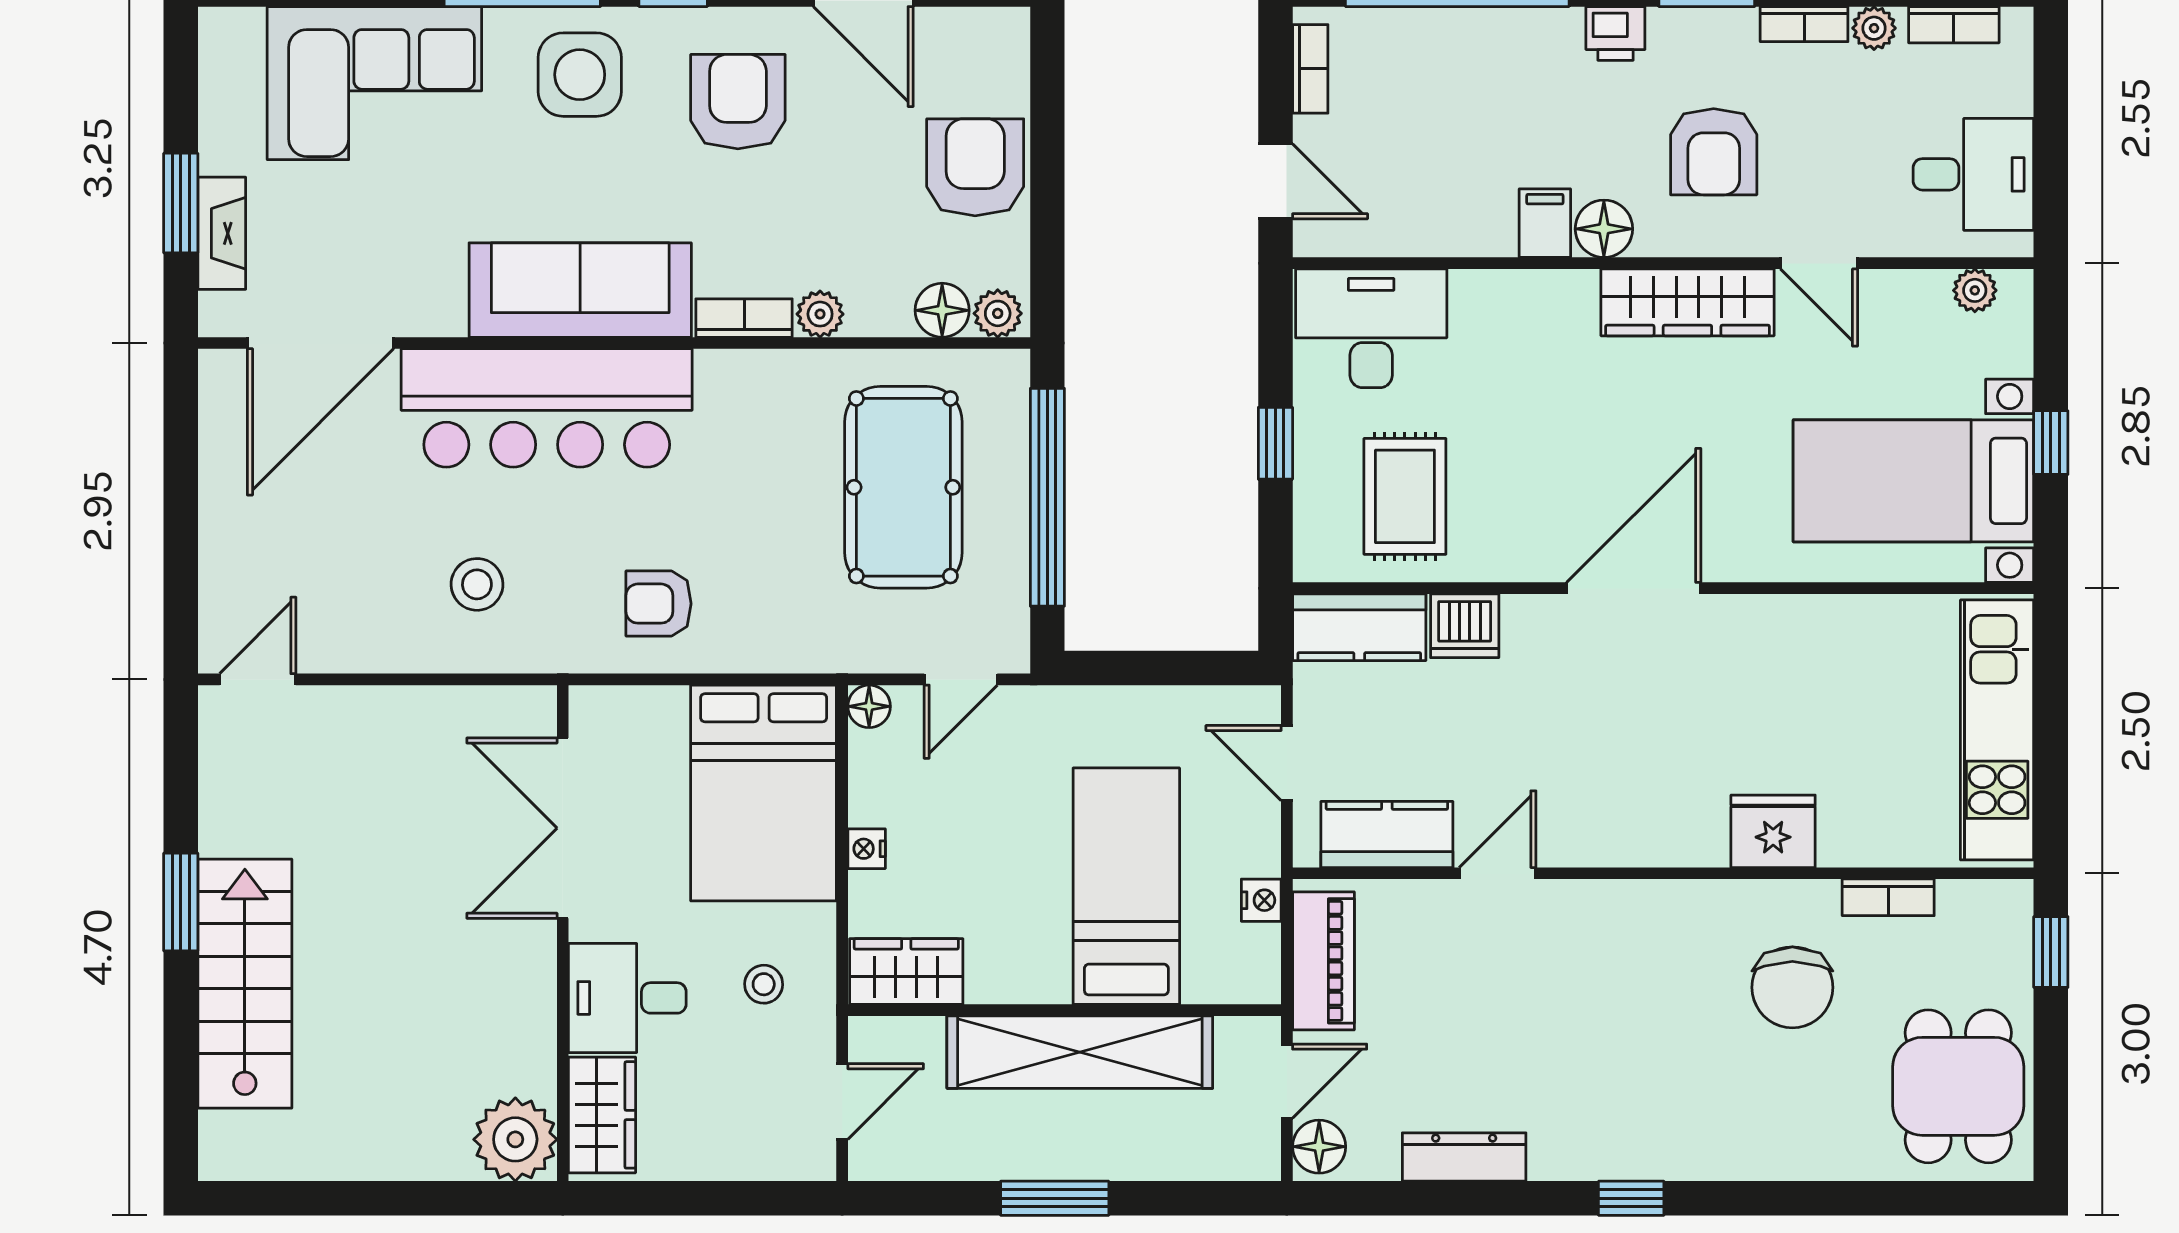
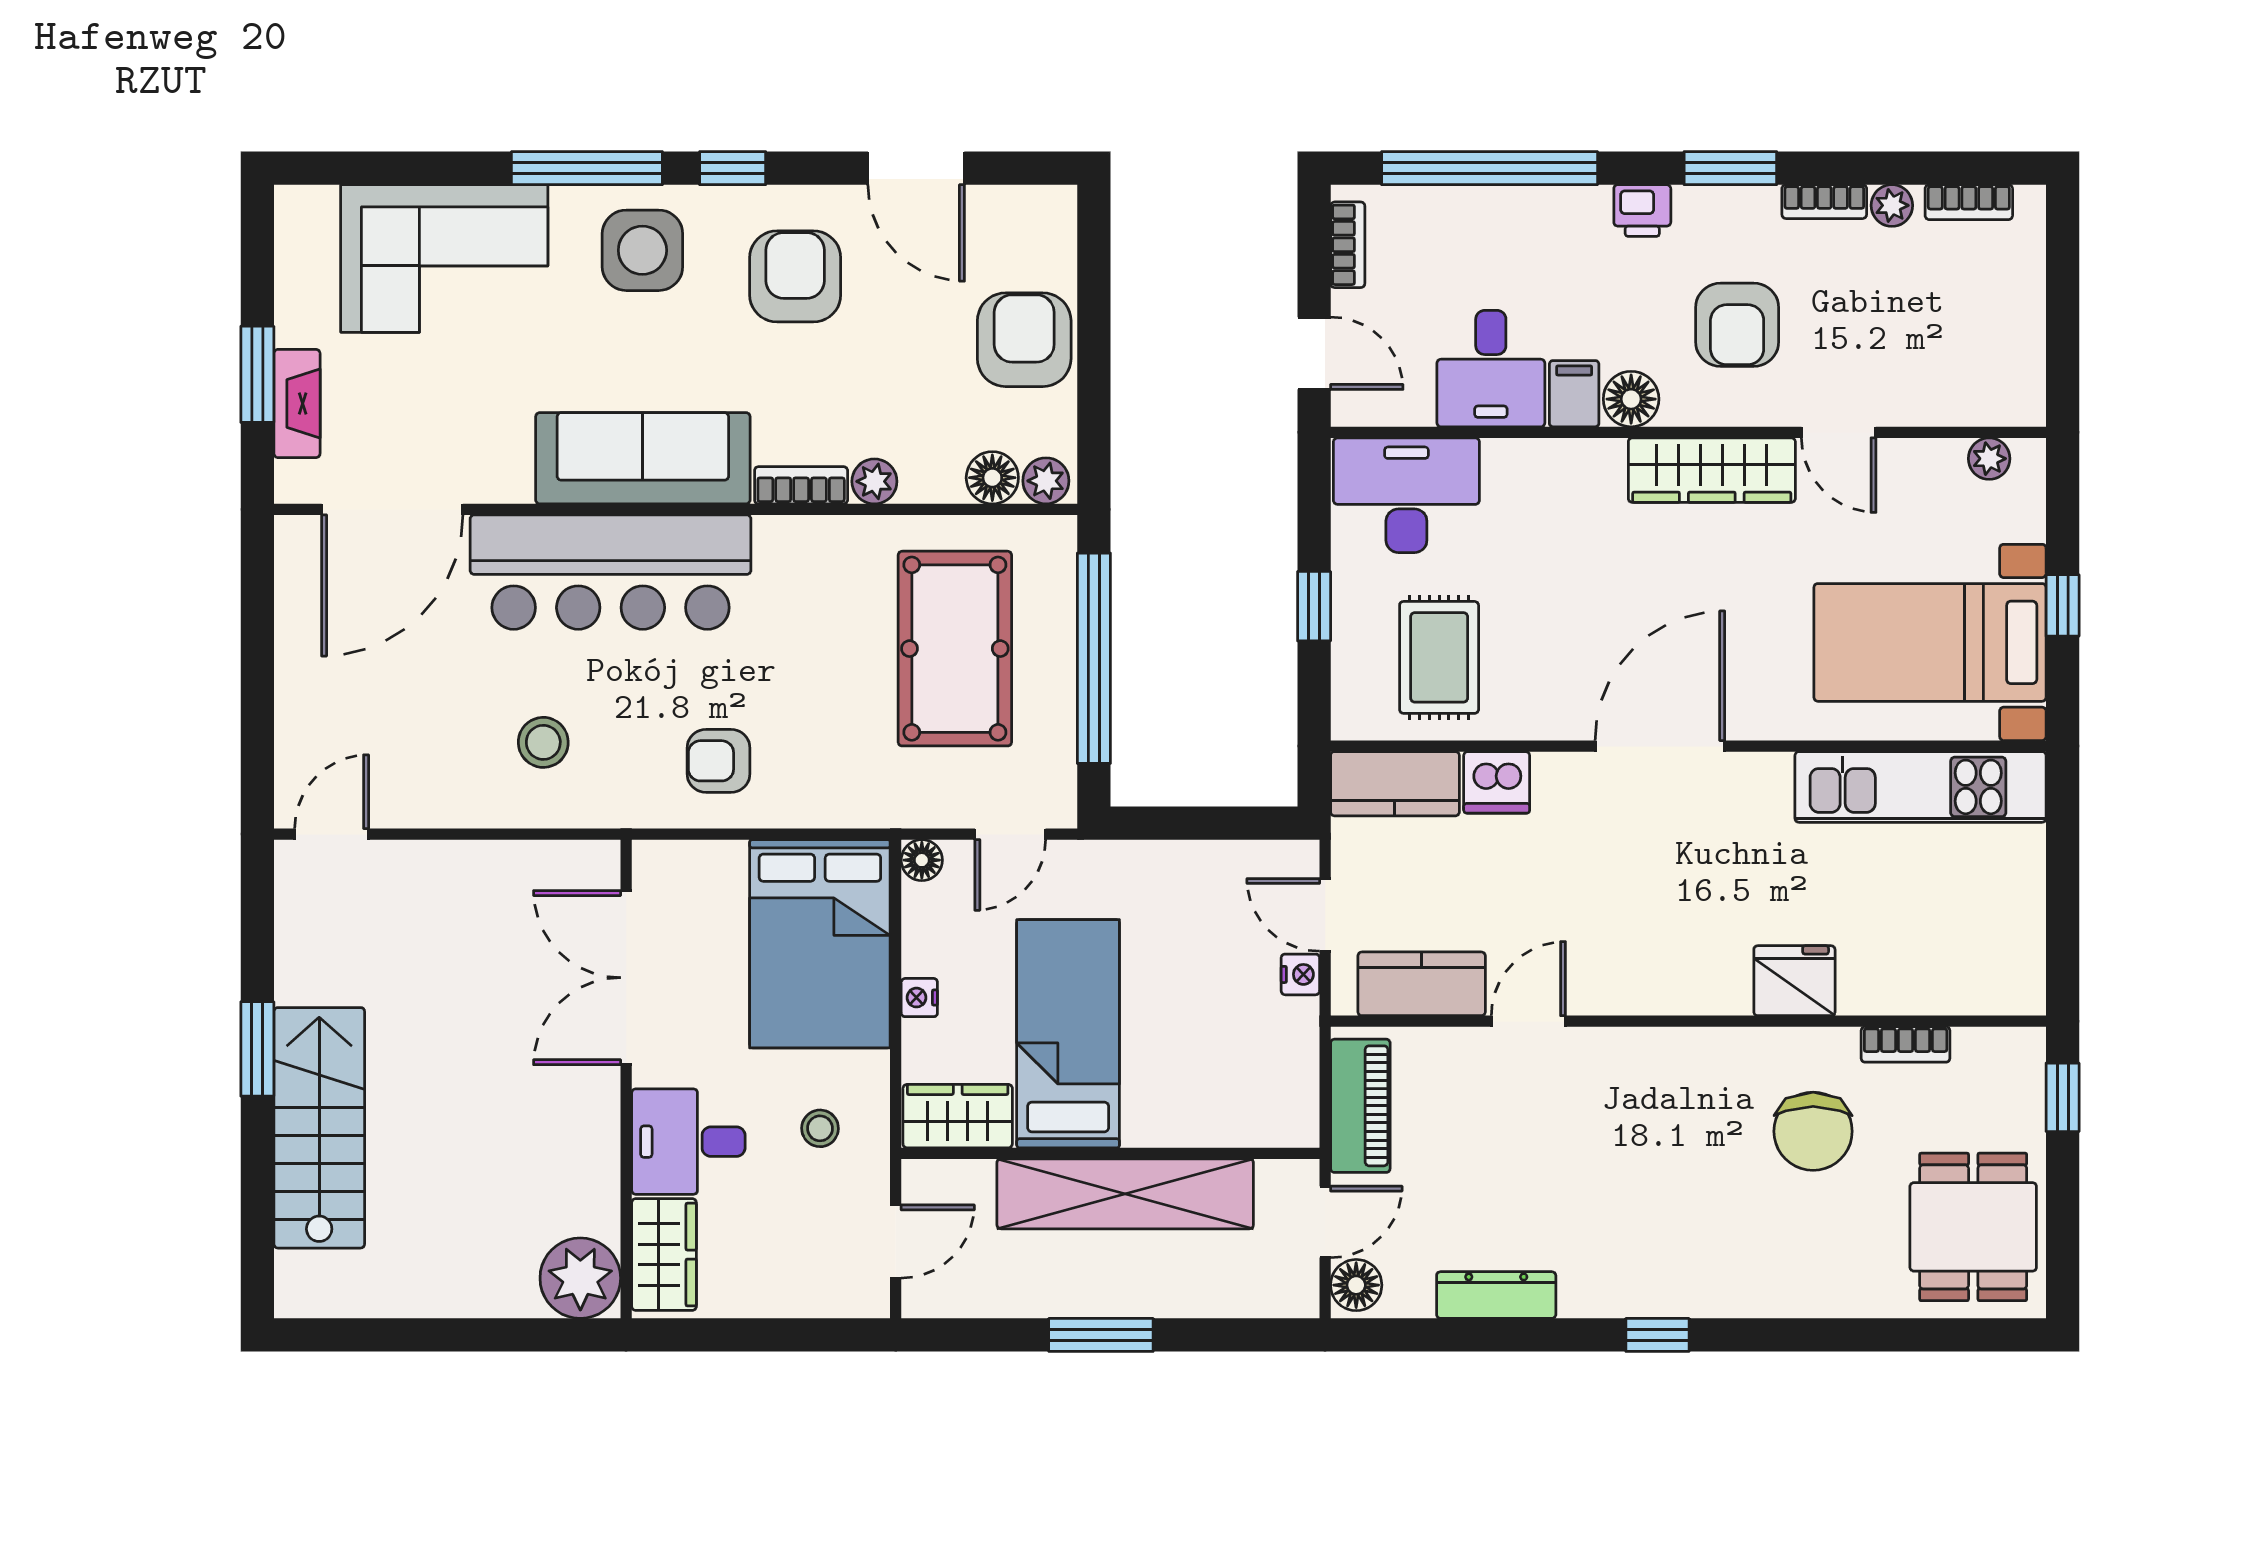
desk: (1973, 174) -> (1491, 369), moved, turned 90
kitchen unit: (1997, 730) -> (1921, 787), moved, turned -90
bed: (1126, 886) -> (1068, 1034), moved
nightstand: (1261, 900) -> (1300, 974), moved

